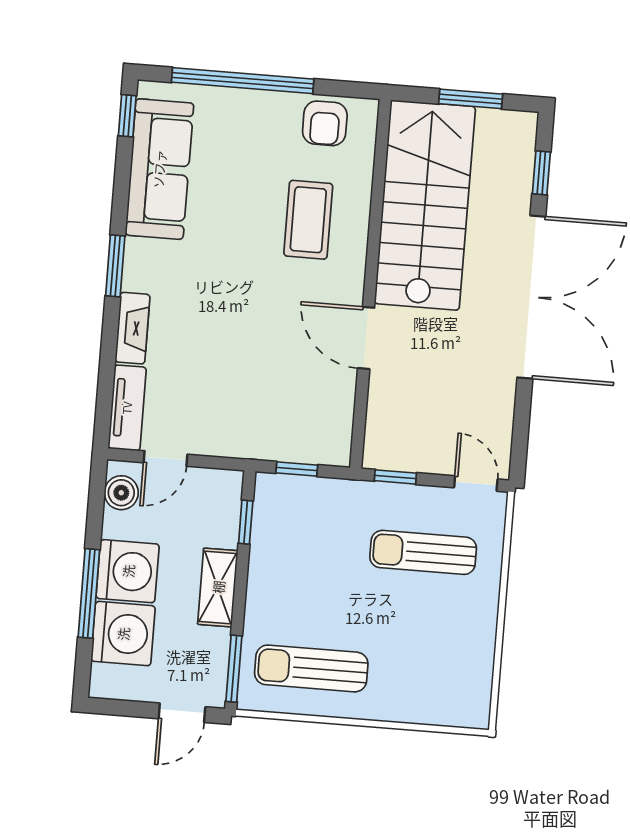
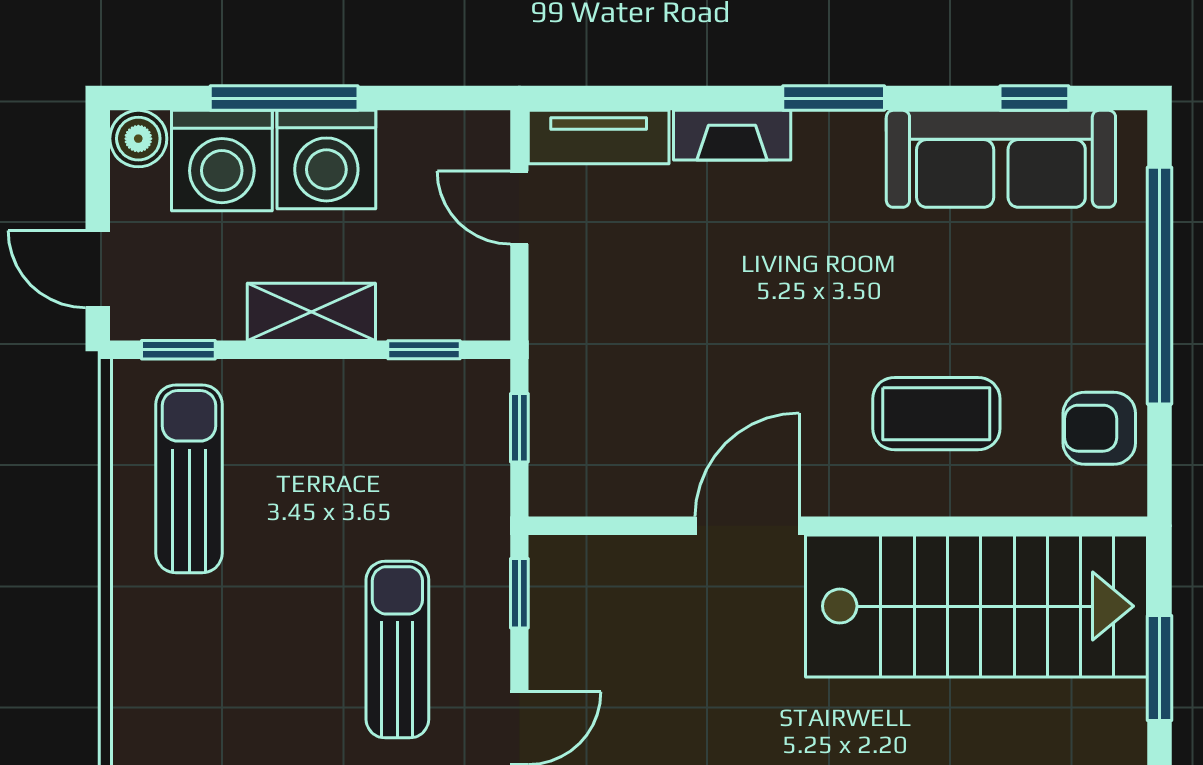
window: (127, 116) -> (1034, 98), moved
boiler: (121, 493) -> (138, 139), moved
window: (234, 669) -> (178, 350), width x0.67

